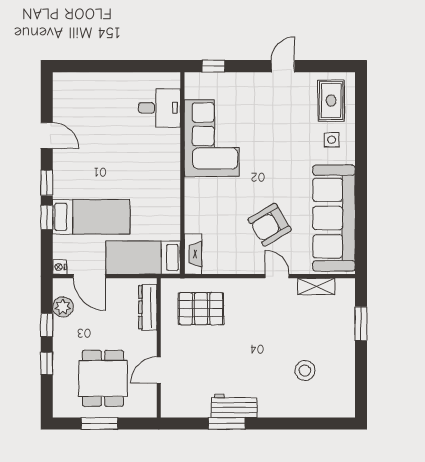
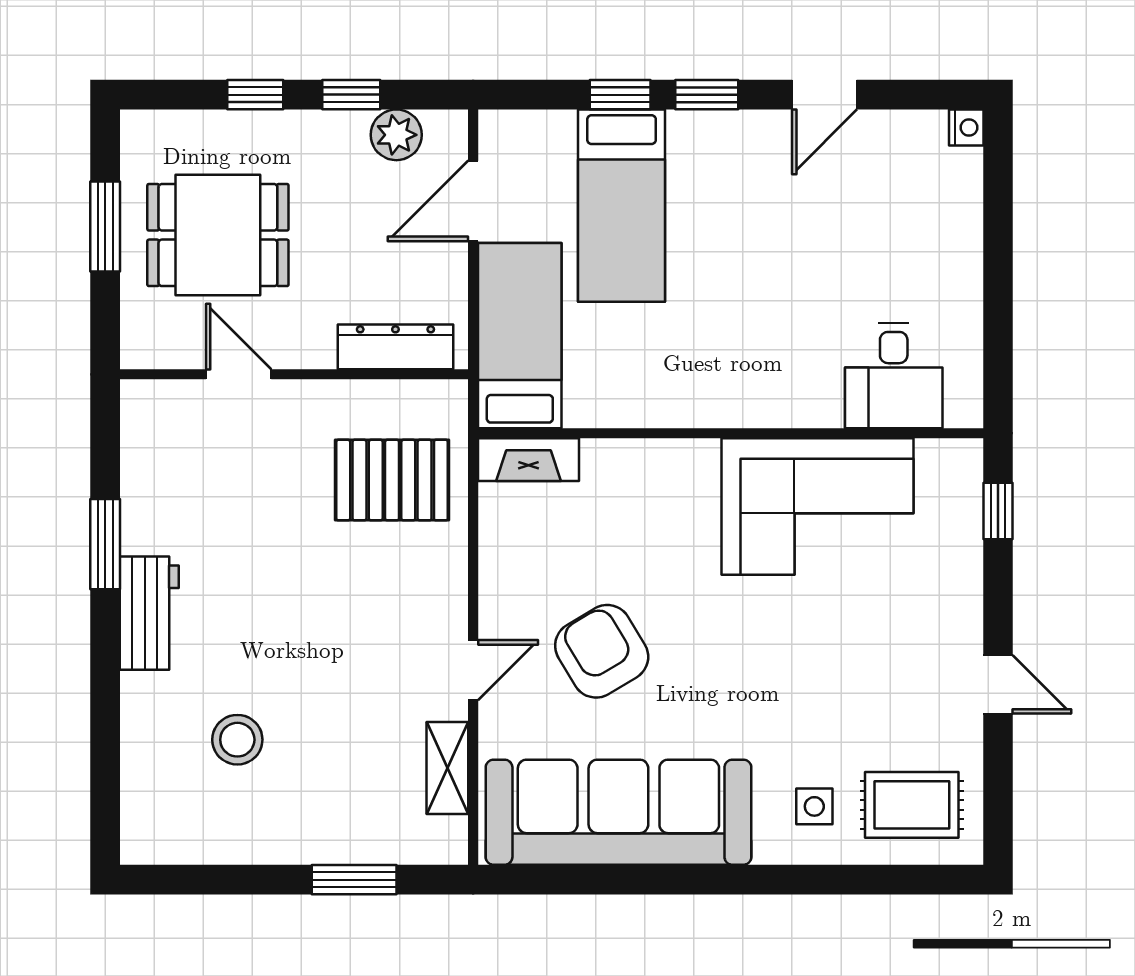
nightstand: (60, 267) -> (966, 127), moved, turned 90
pallet: (201, 309) -> (392, 480), turned 90
workbench: (234, 406) -> (149, 613), moved

